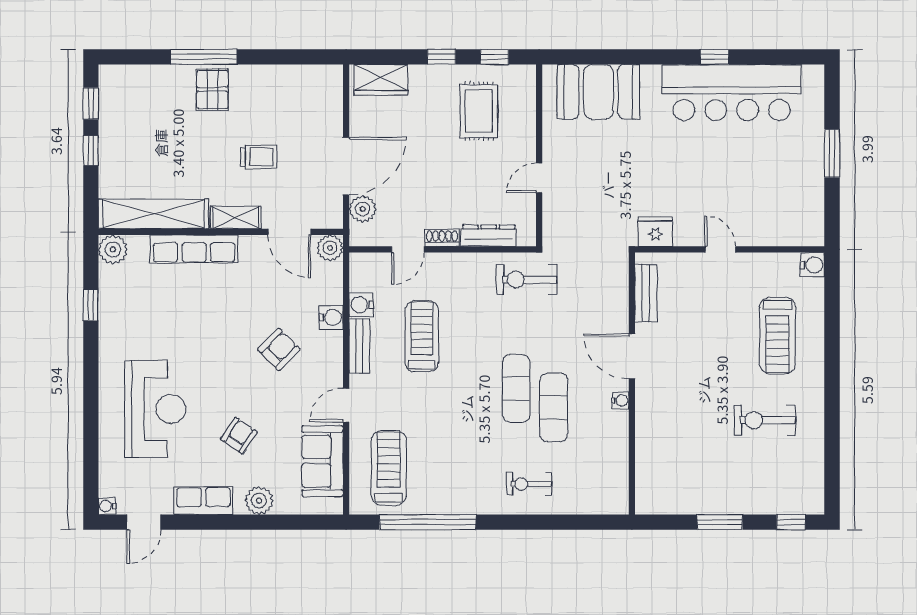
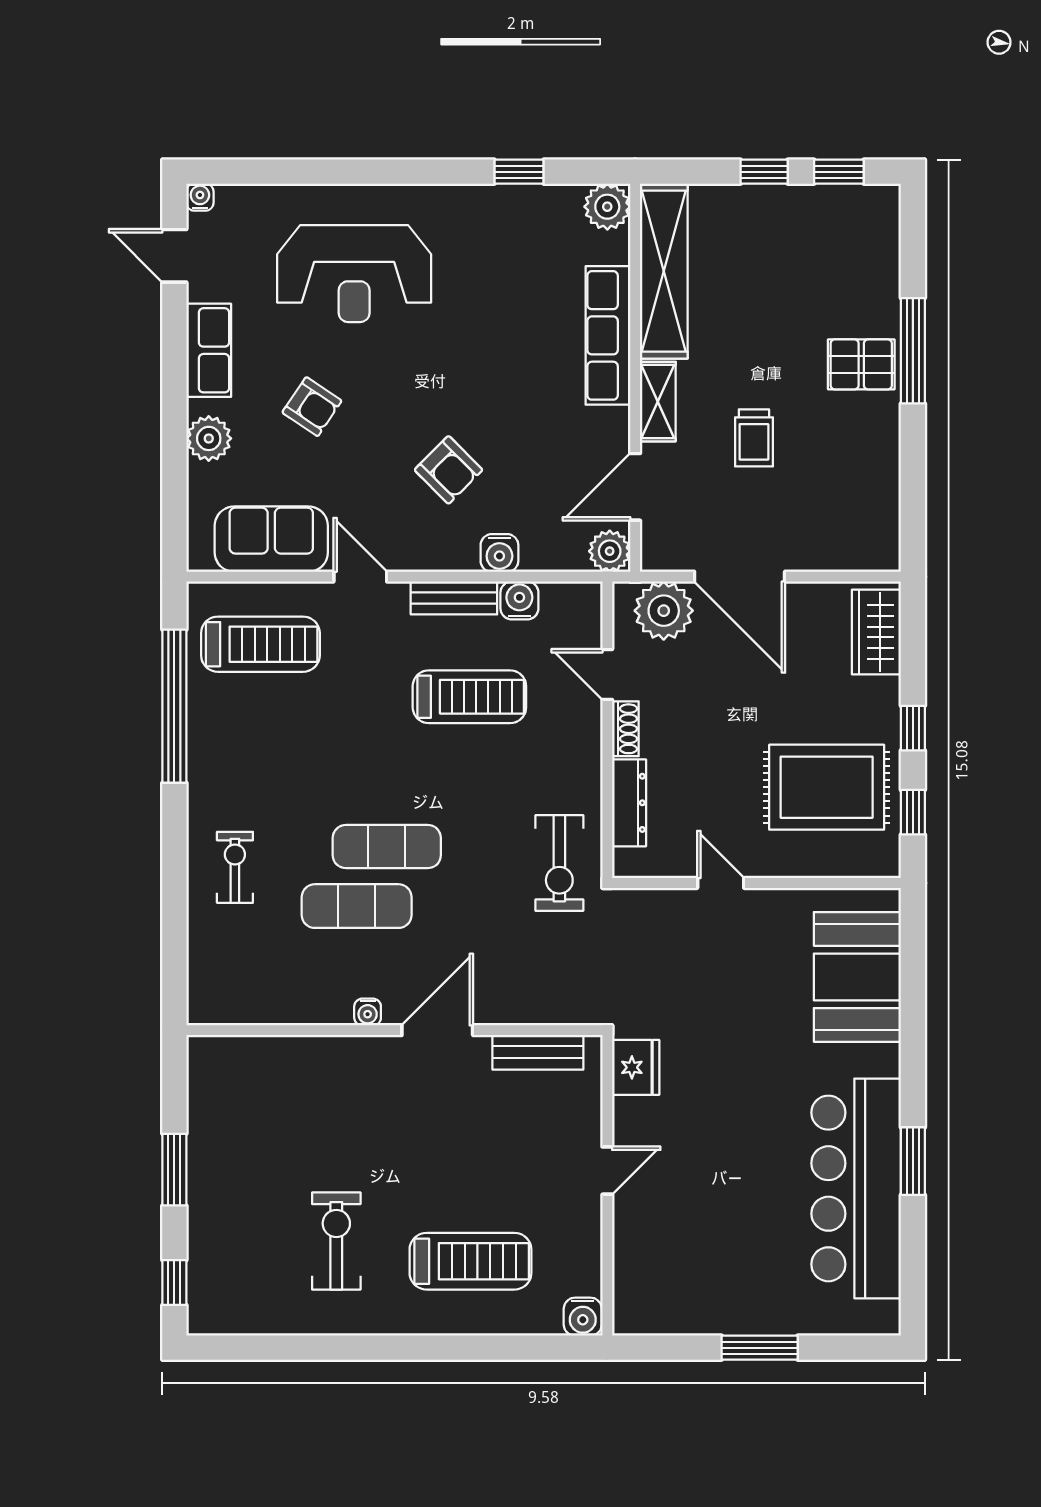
window: (714, 57) -> (913, 1161), width x1.50
rug: (479, 111) -> (827, 787), width x1.36, depth x1.43
plant: (363, 209) -> (664, 611), width x1.36, depth x1.36
exercise bike: (527, 280) -> (559, 863), turned 180
treadmill: (778, 336) -> (470, 1261), turned 180

